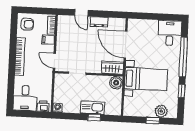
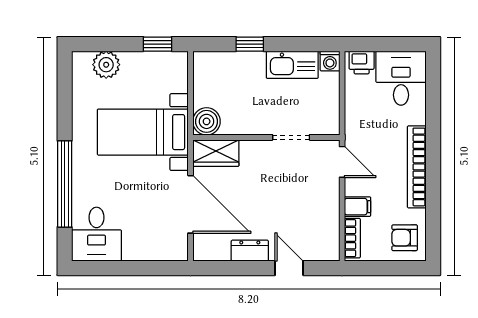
window: (182, 91) -> (65, 111), removed
kitchen sink: (93, 108) -> (292, 65), moved
window: (153, 120) -> (157, 44), moved

